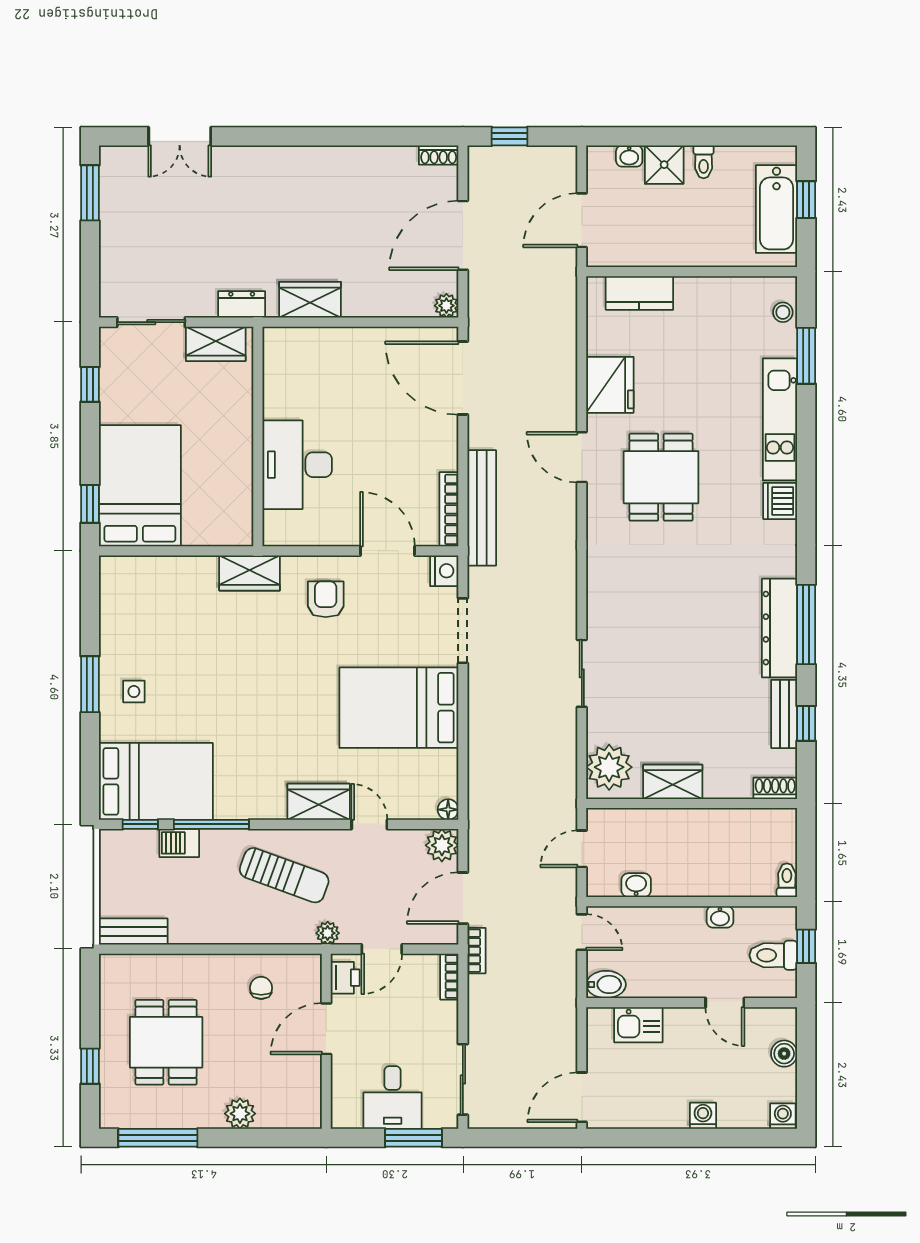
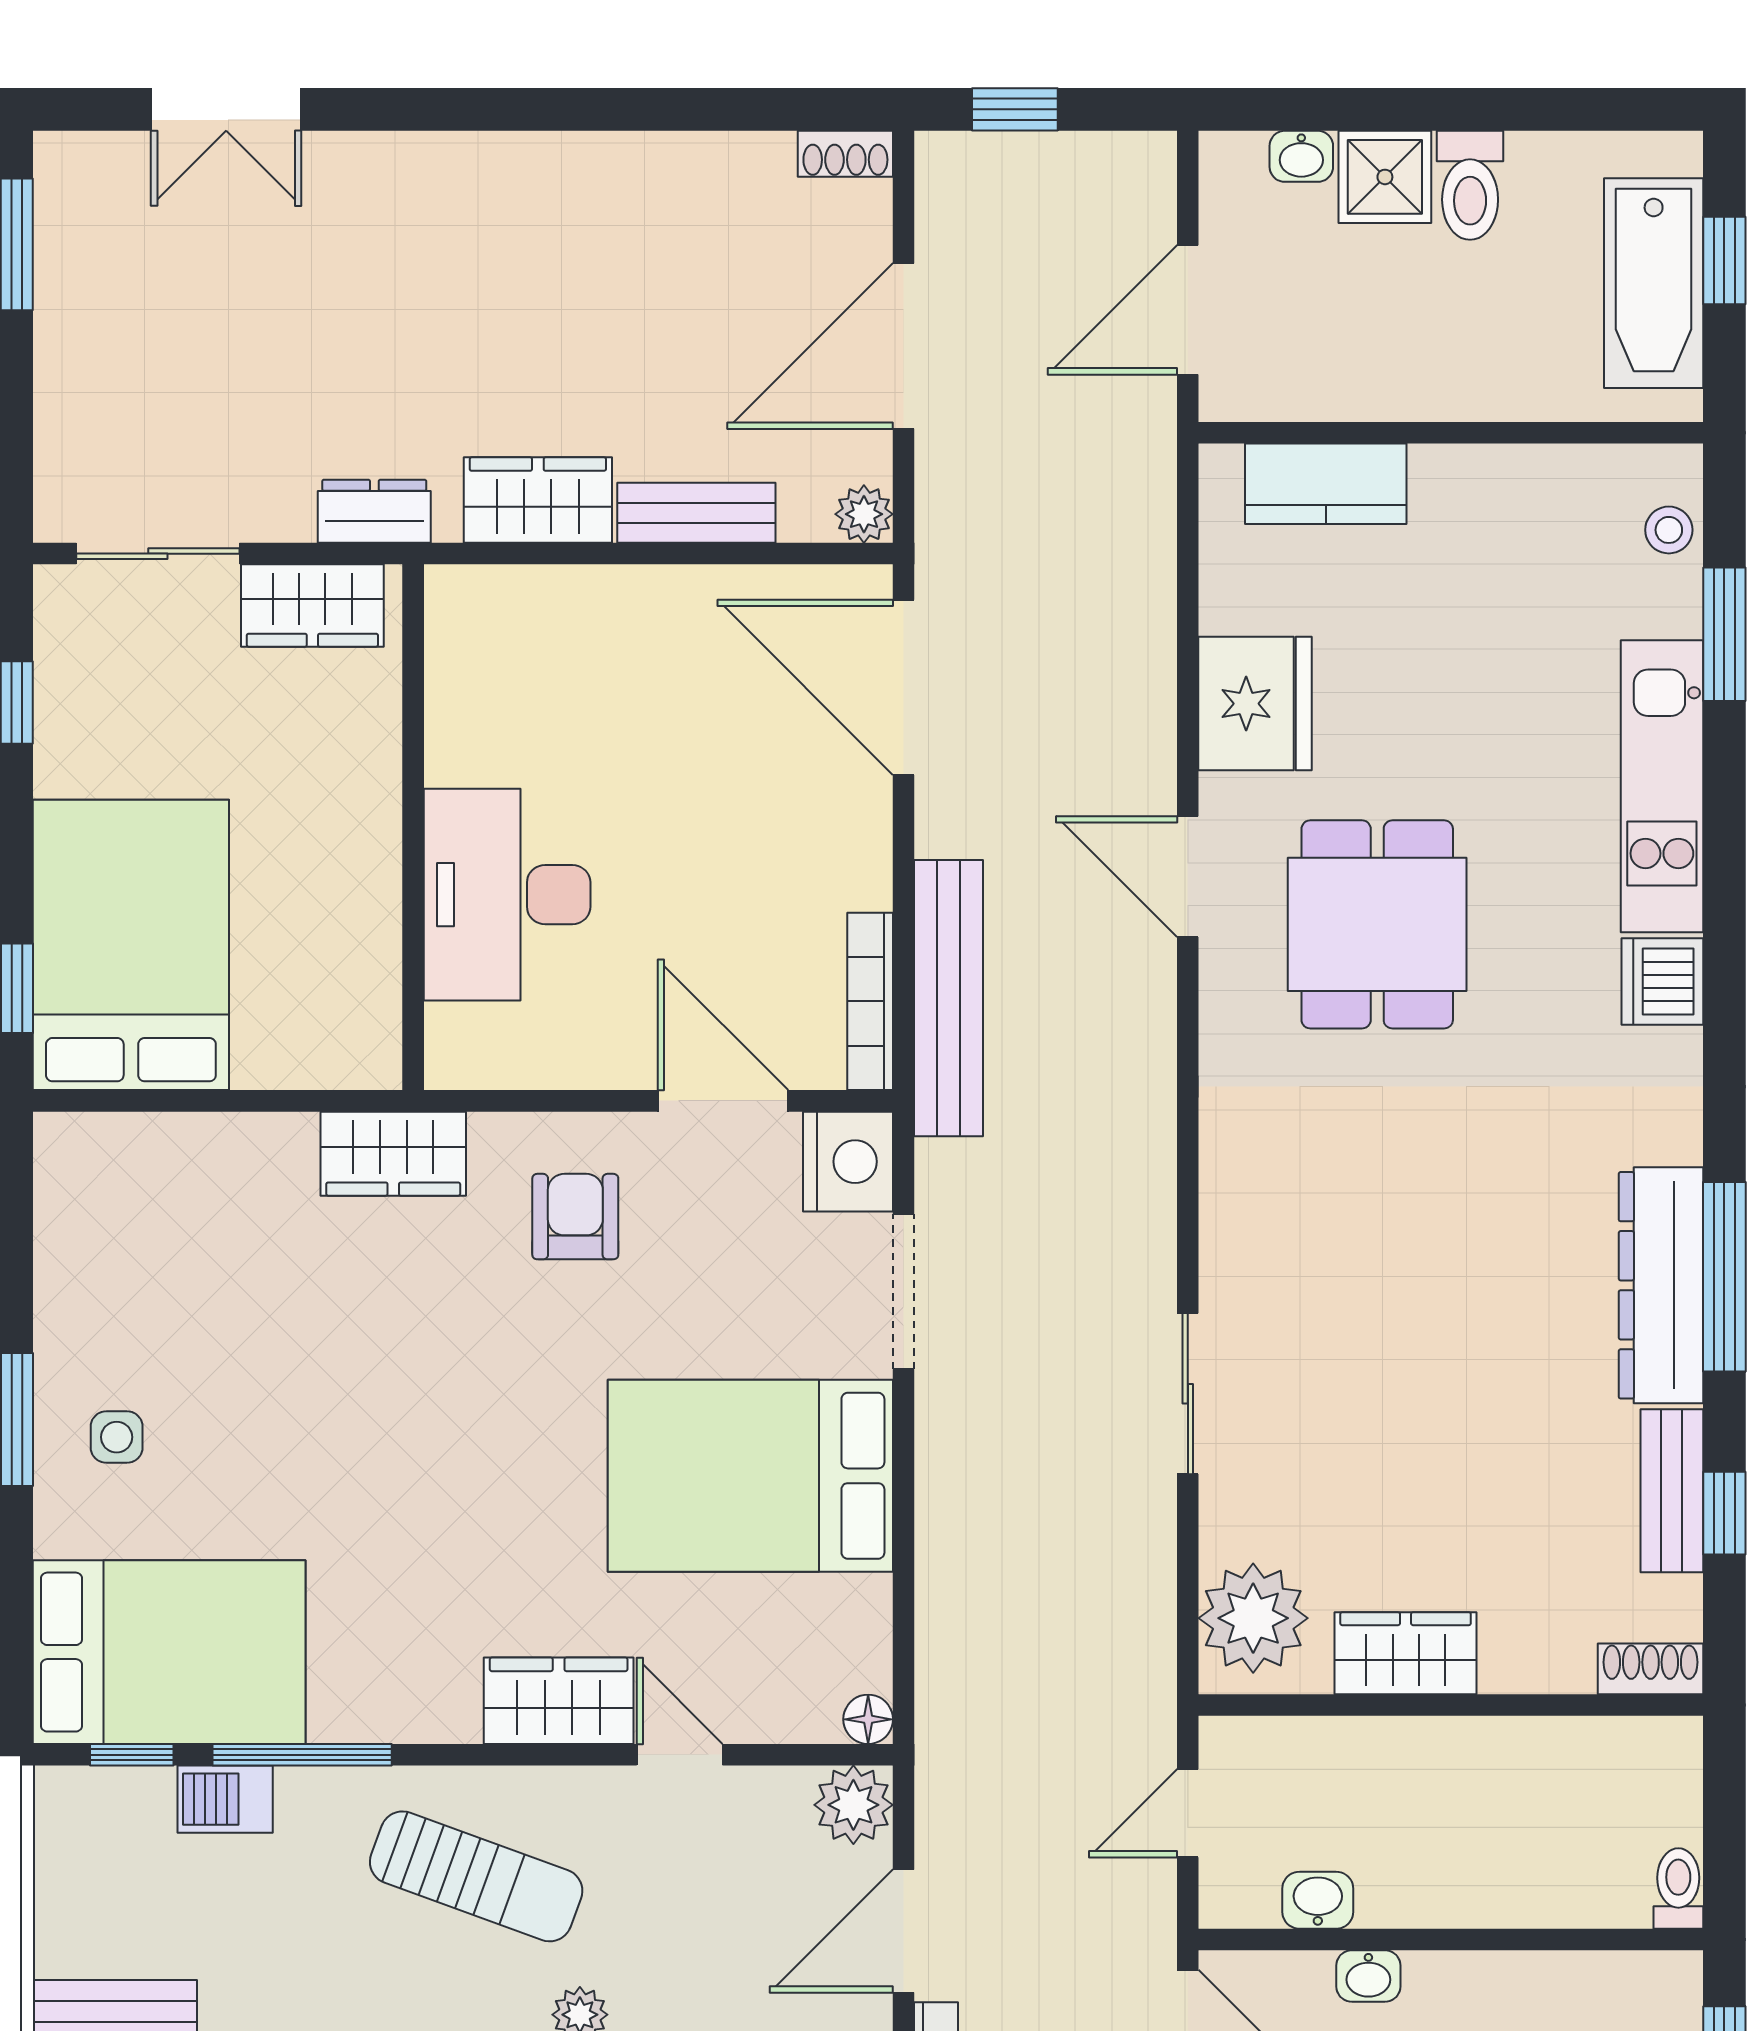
toilet: (704, 162) -> (1470, 185), width x1.37, depth x1.39
bench: (376, 305) -> (696, 513), added
nightstand: (444, 571) -> (848, 1162), width x1.36, depth x1.33
washbasin: (720, 917) -> (1368, 1976), moved

